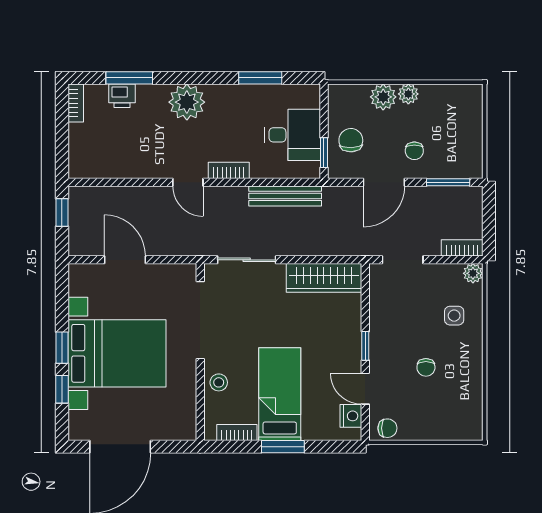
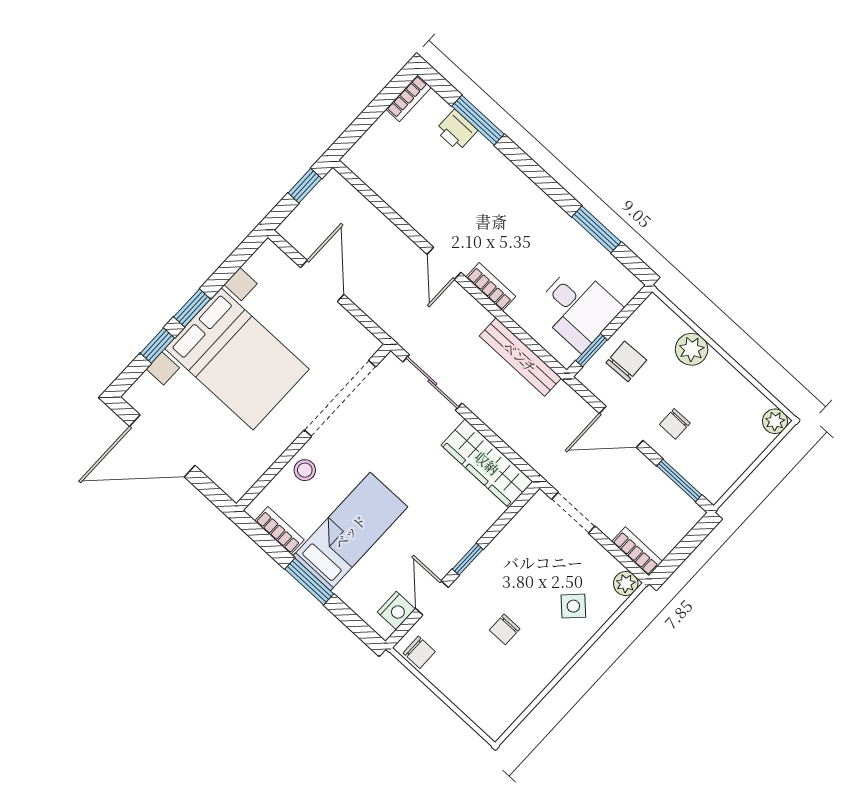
plant: (408, 94) -> (775, 421), moved
plant: (187, 102) -> (510, 190), removed
side table: (454, 316) -> (573, 606), turned 45

